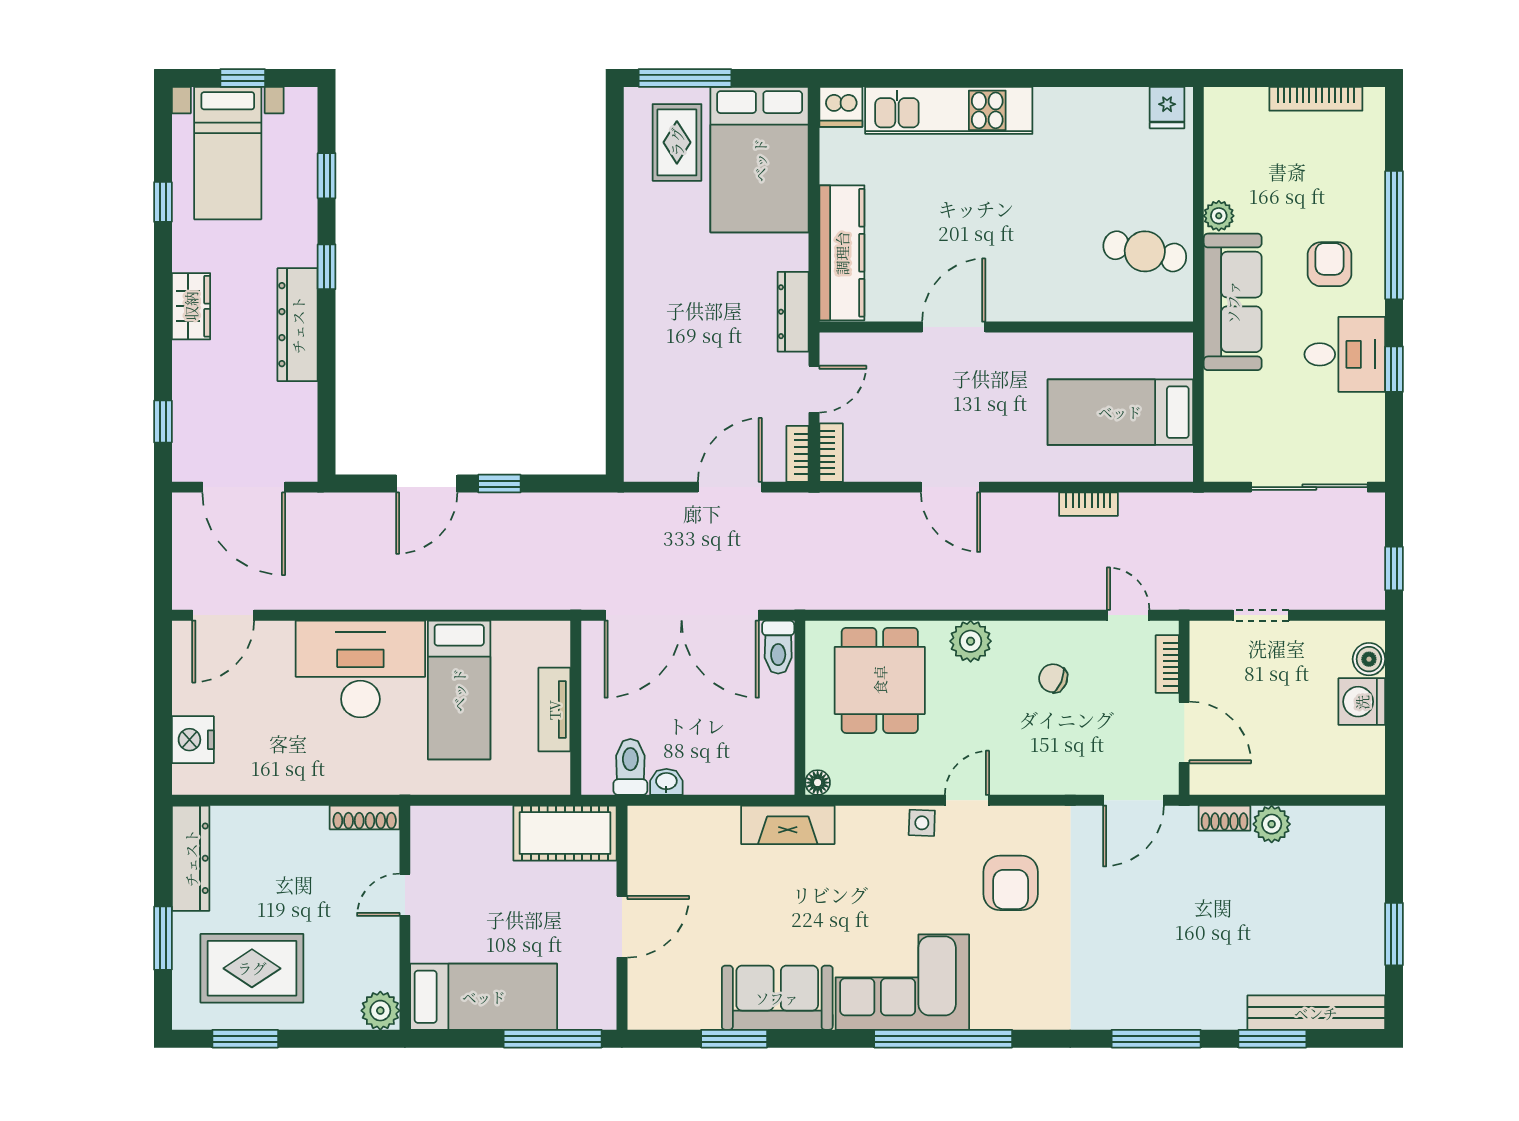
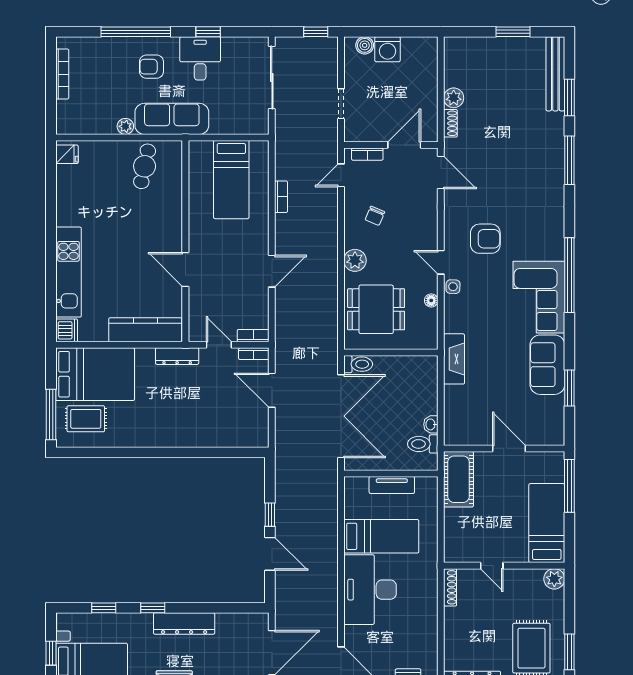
floor lamp: (818, 783) -> (431, 300), moved

